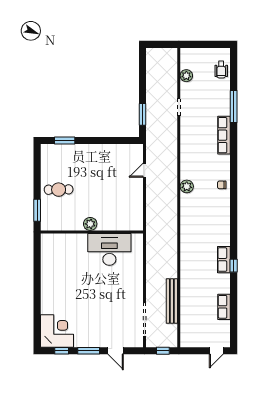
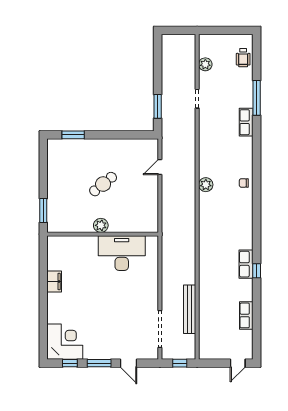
row of seats: (224, 135) -> (246, 122), width x0.68
cafe table: (59, 190) -> (103, 184), moved, turned -38
filing cabinet: (47, 276) -> (54, 282), added

